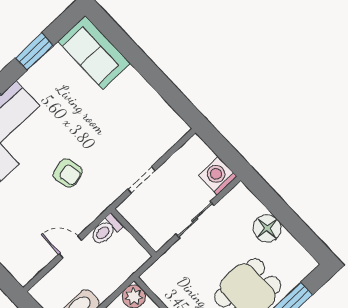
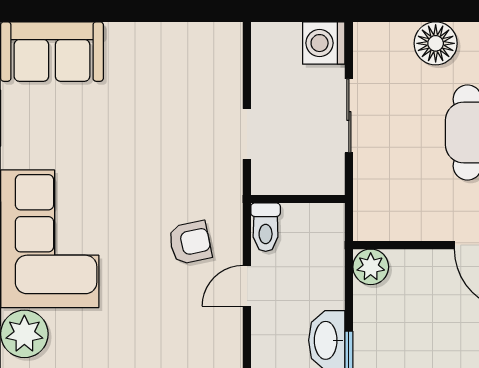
armchair: (68, 173) -> (190, 243), moved

